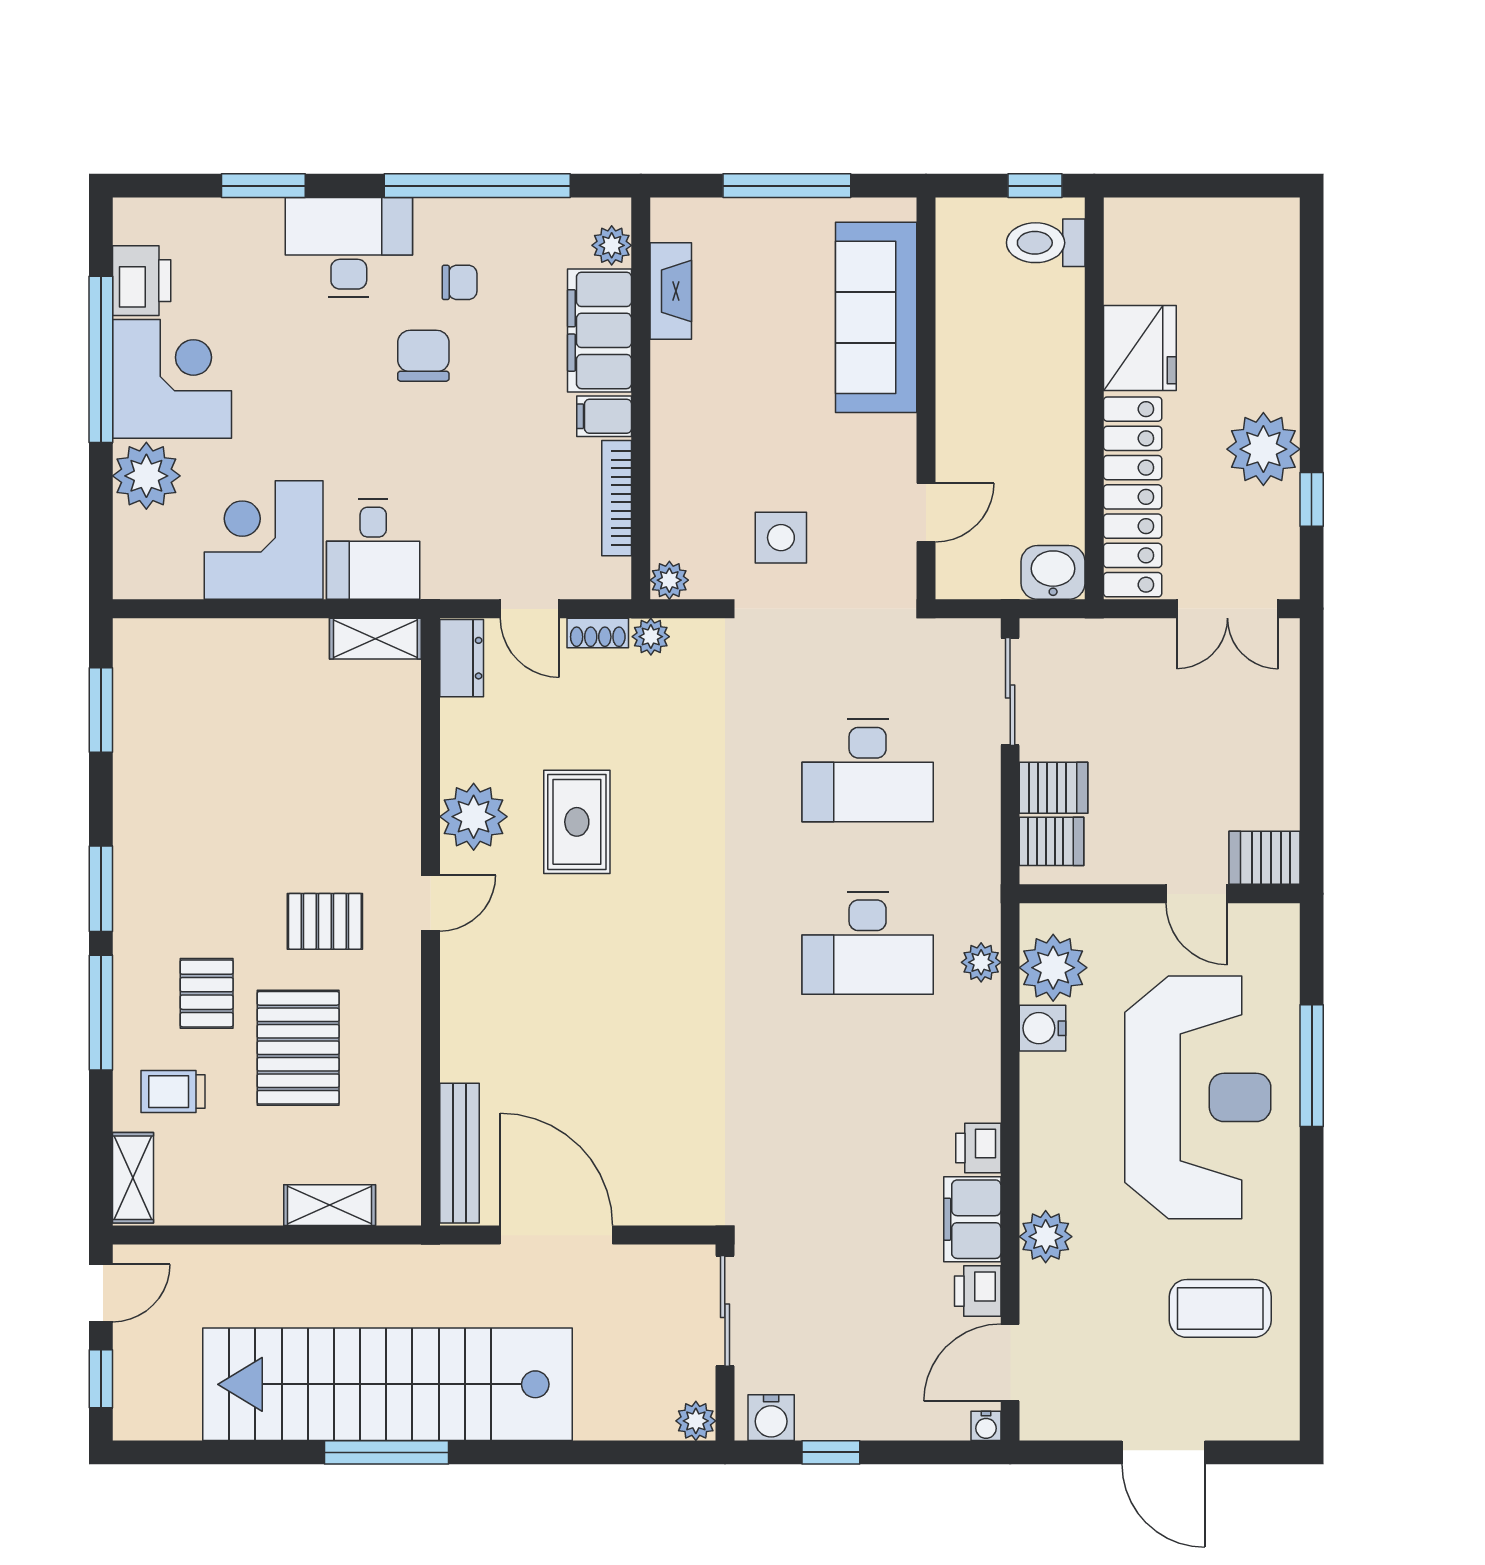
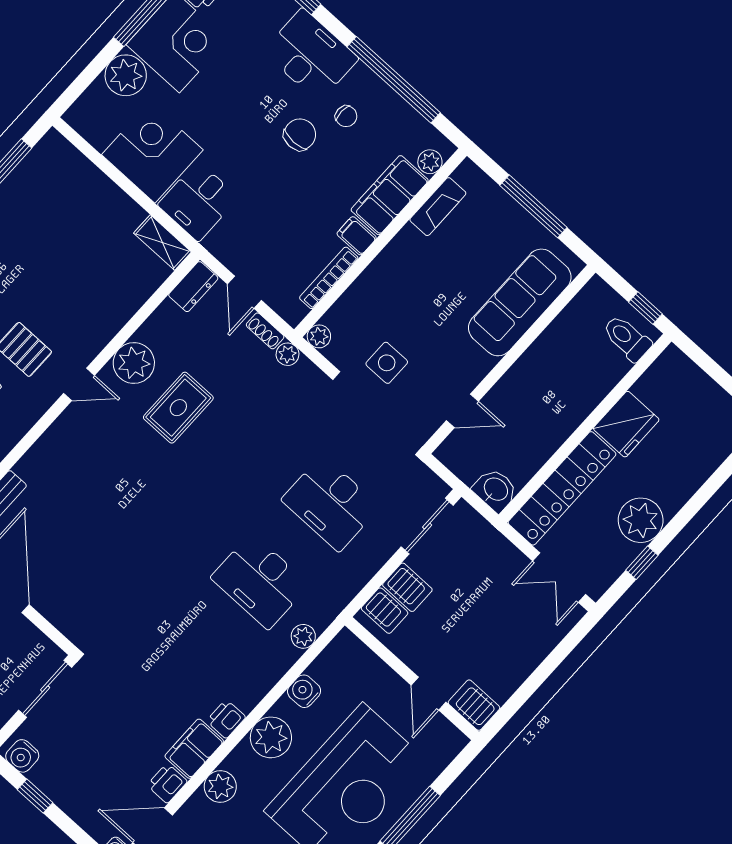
plant: (1053, 968) -> (271, 737), moved

